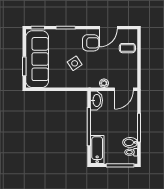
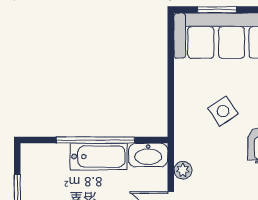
bathtub: (97, 150) -> (99, 157), moved

